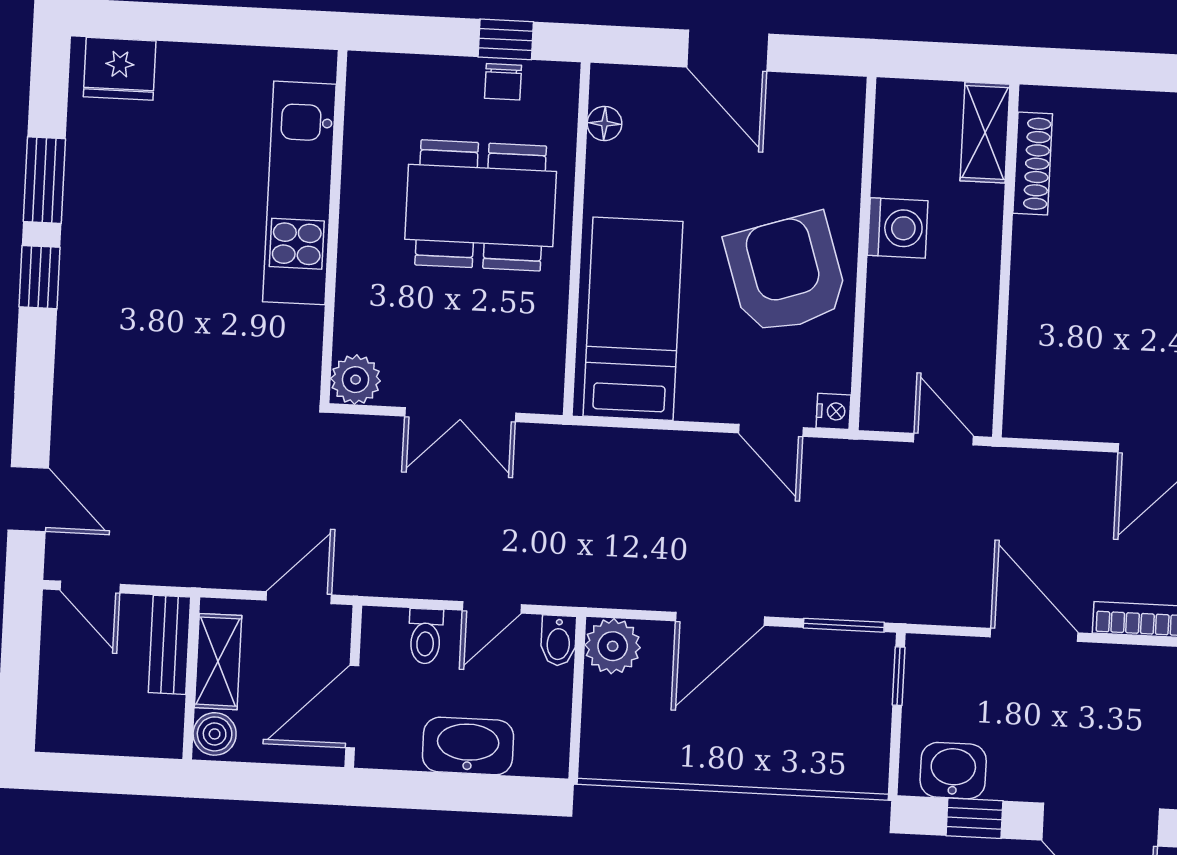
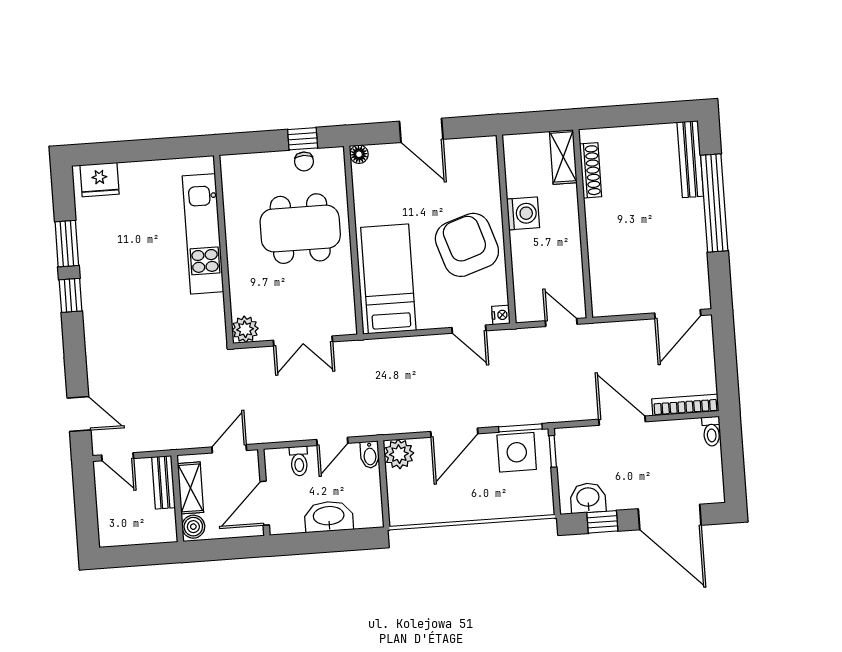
floor lamp: (605, 123) -> (359, 154), moved
side table: (831, 670) -> (517, 452), added

